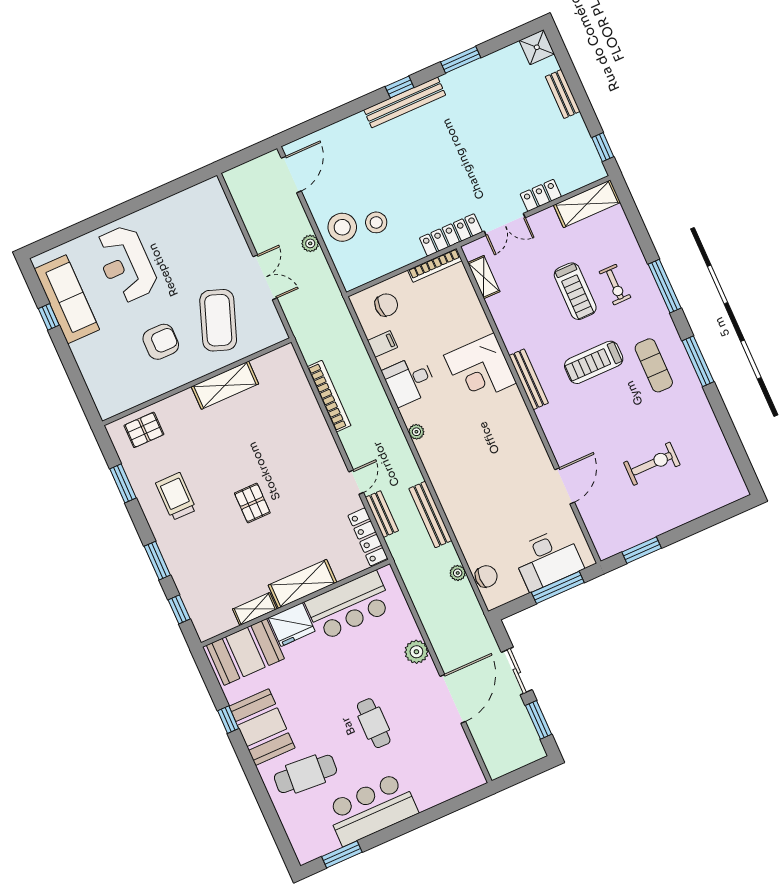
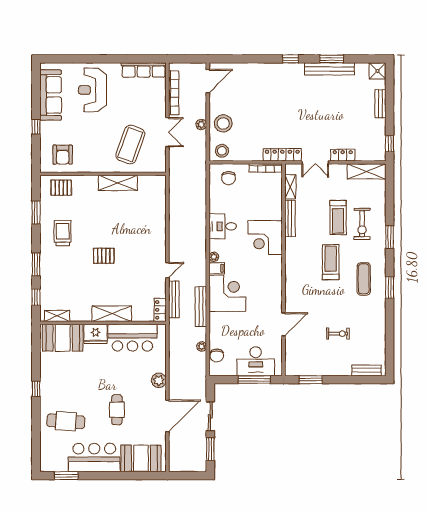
bench: (405, 102) -> (329, 69), moved
row of seats: (189, 200) -> (144, 70), added
stool: (376, 222) -> (222, 151), moved
exercise bike: (615, 285) -> (362, 224), width x1.38, depth x1.39
window: (665, 286) -> (390, 237), width x0.69
chair: (386, 305) -> (229, 178), turned 90
window: (49, 317) -> (36, 127), moved
armchair: (161, 342) -> (63, 155), moved, turned 90
filing cabinet: (383, 344) -> (217, 268), moved
window: (698, 361) -> (390, 288), width x0.69
treadmill: (594, 362) -> (331, 262), turned 90
bench: (529, 379) -> (290, 218), moved
bookcase: (329, 396) -> (174, 93), moved
exercise bike: (652, 464) -> (338, 334), width x0.73, depth x0.72
corner desk: (461, 477) -> (227, 293), added
bench: (718, 499) -> (366, 370), added
pallet: (252, 503) -> (104, 256), turned 90
bench: (382, 514) -> (174, 299), width x1.36
locker: (368, 537) -> (160, 310), width x0.66
chair: (486, 576) -> (217, 356), turned 90
shelving: (255, 609) -> (57, 316), moved
window: (228, 720) -> (36, 389), moved
booth: (262, 727) -> (141, 458), moved, turned 90

